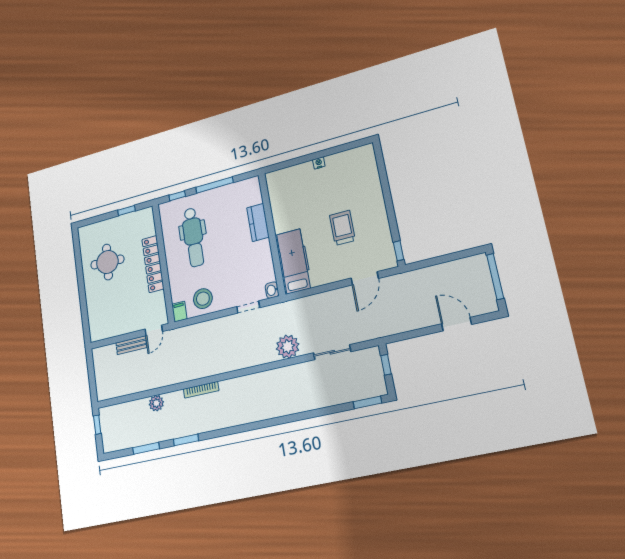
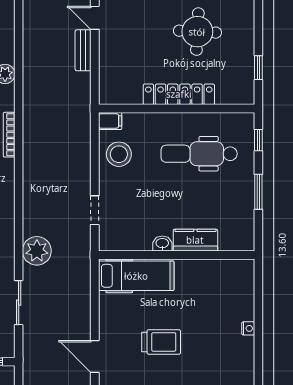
window: (214, 185) -> (258, 192), width x0.69
washbasin: (272, 290) -> (162, 243), moved
door: (154, 330) -> (95, 18), moved

